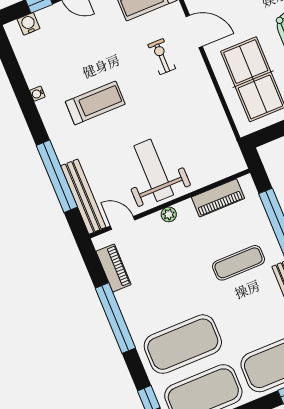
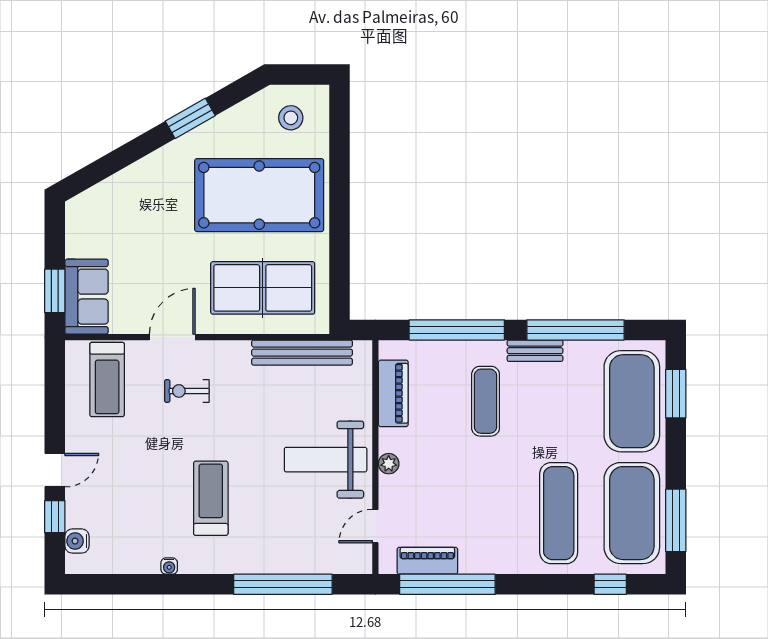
bench: (83, 197) -> (302, 353), moved
window: (115, 318) -> (447, 584), moved
exercise mat: (183, 344) -> (559, 513), width x0.68

